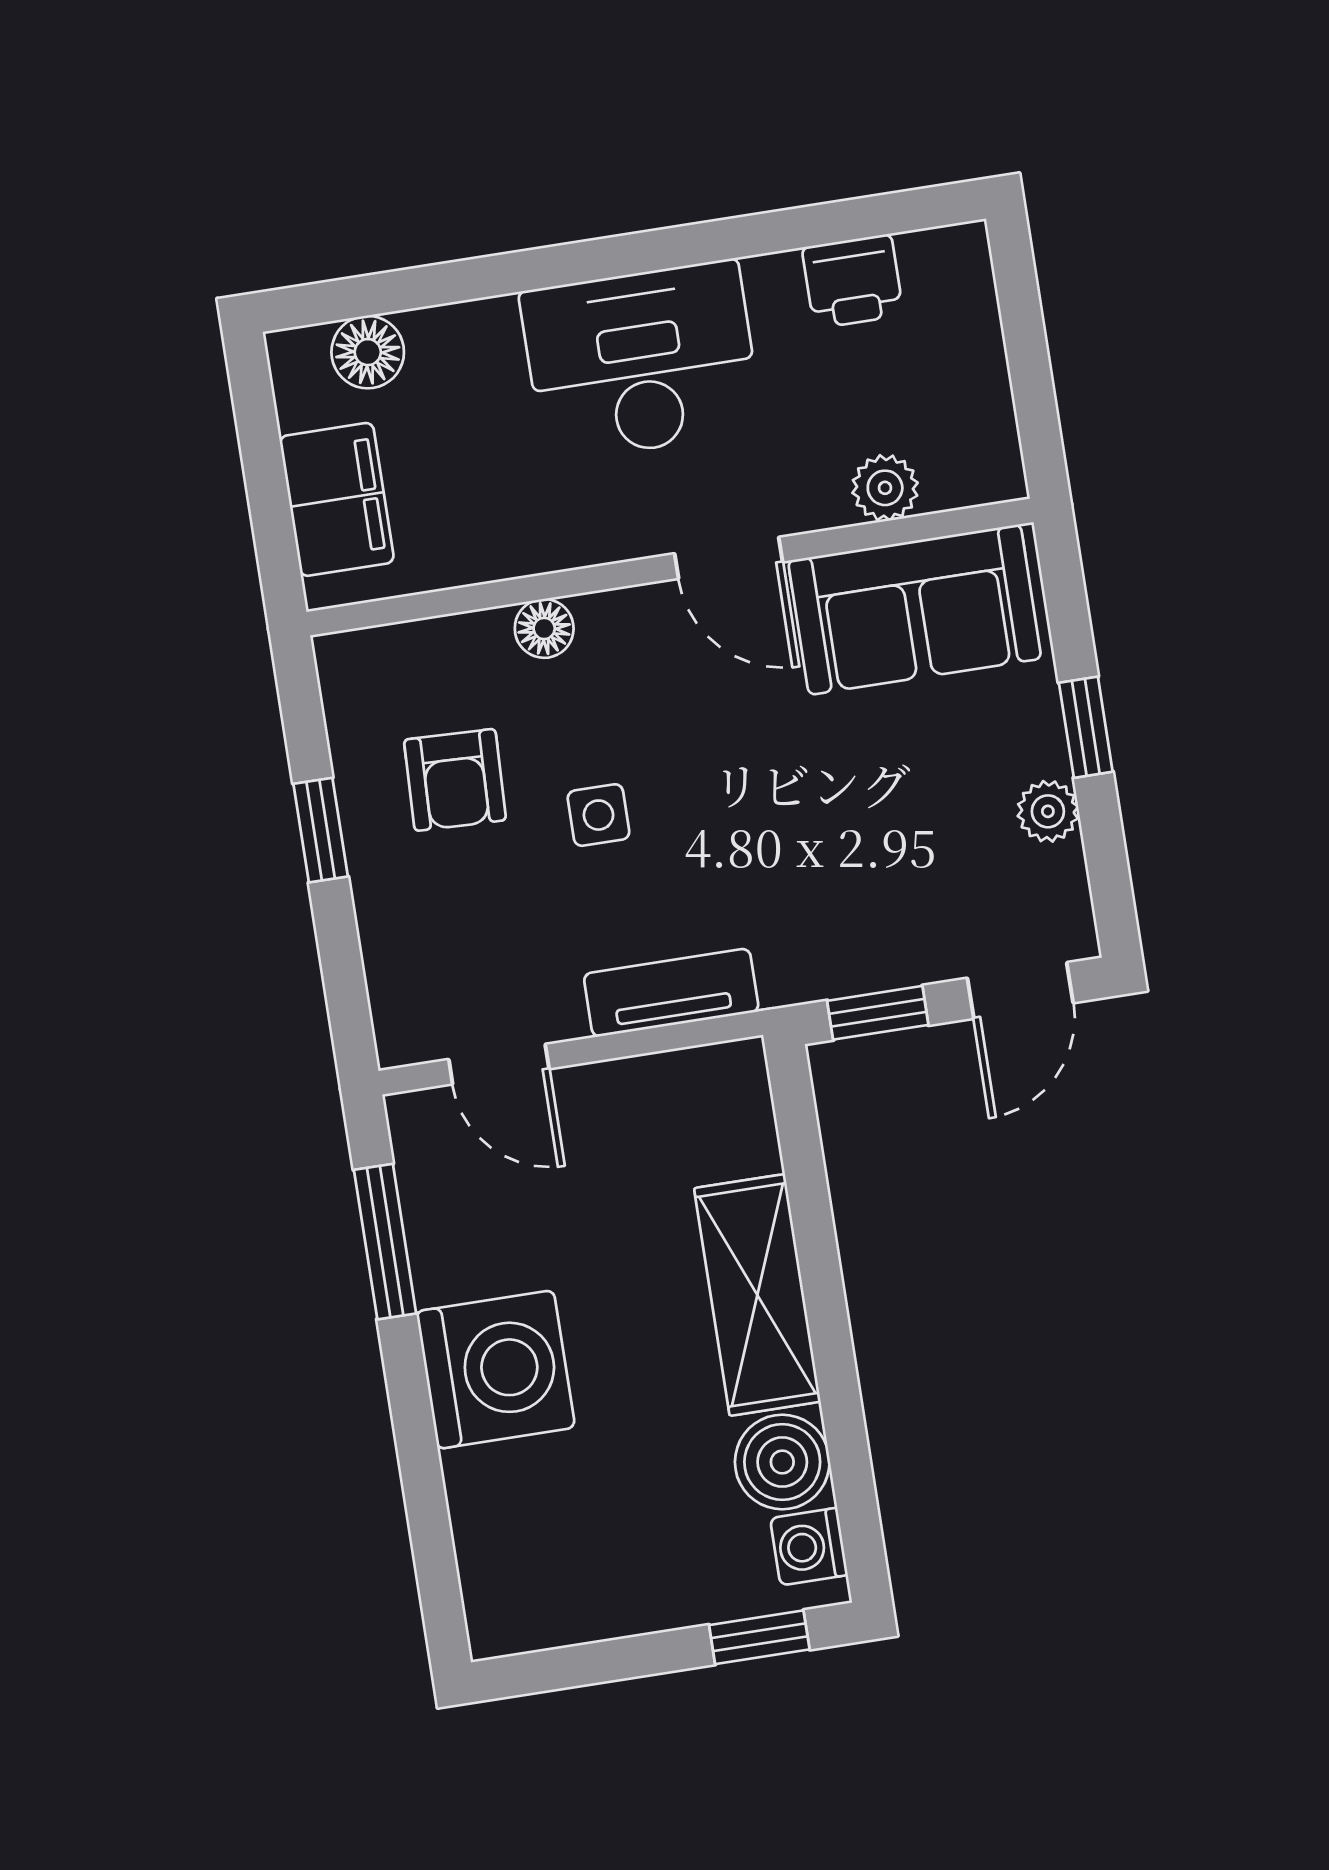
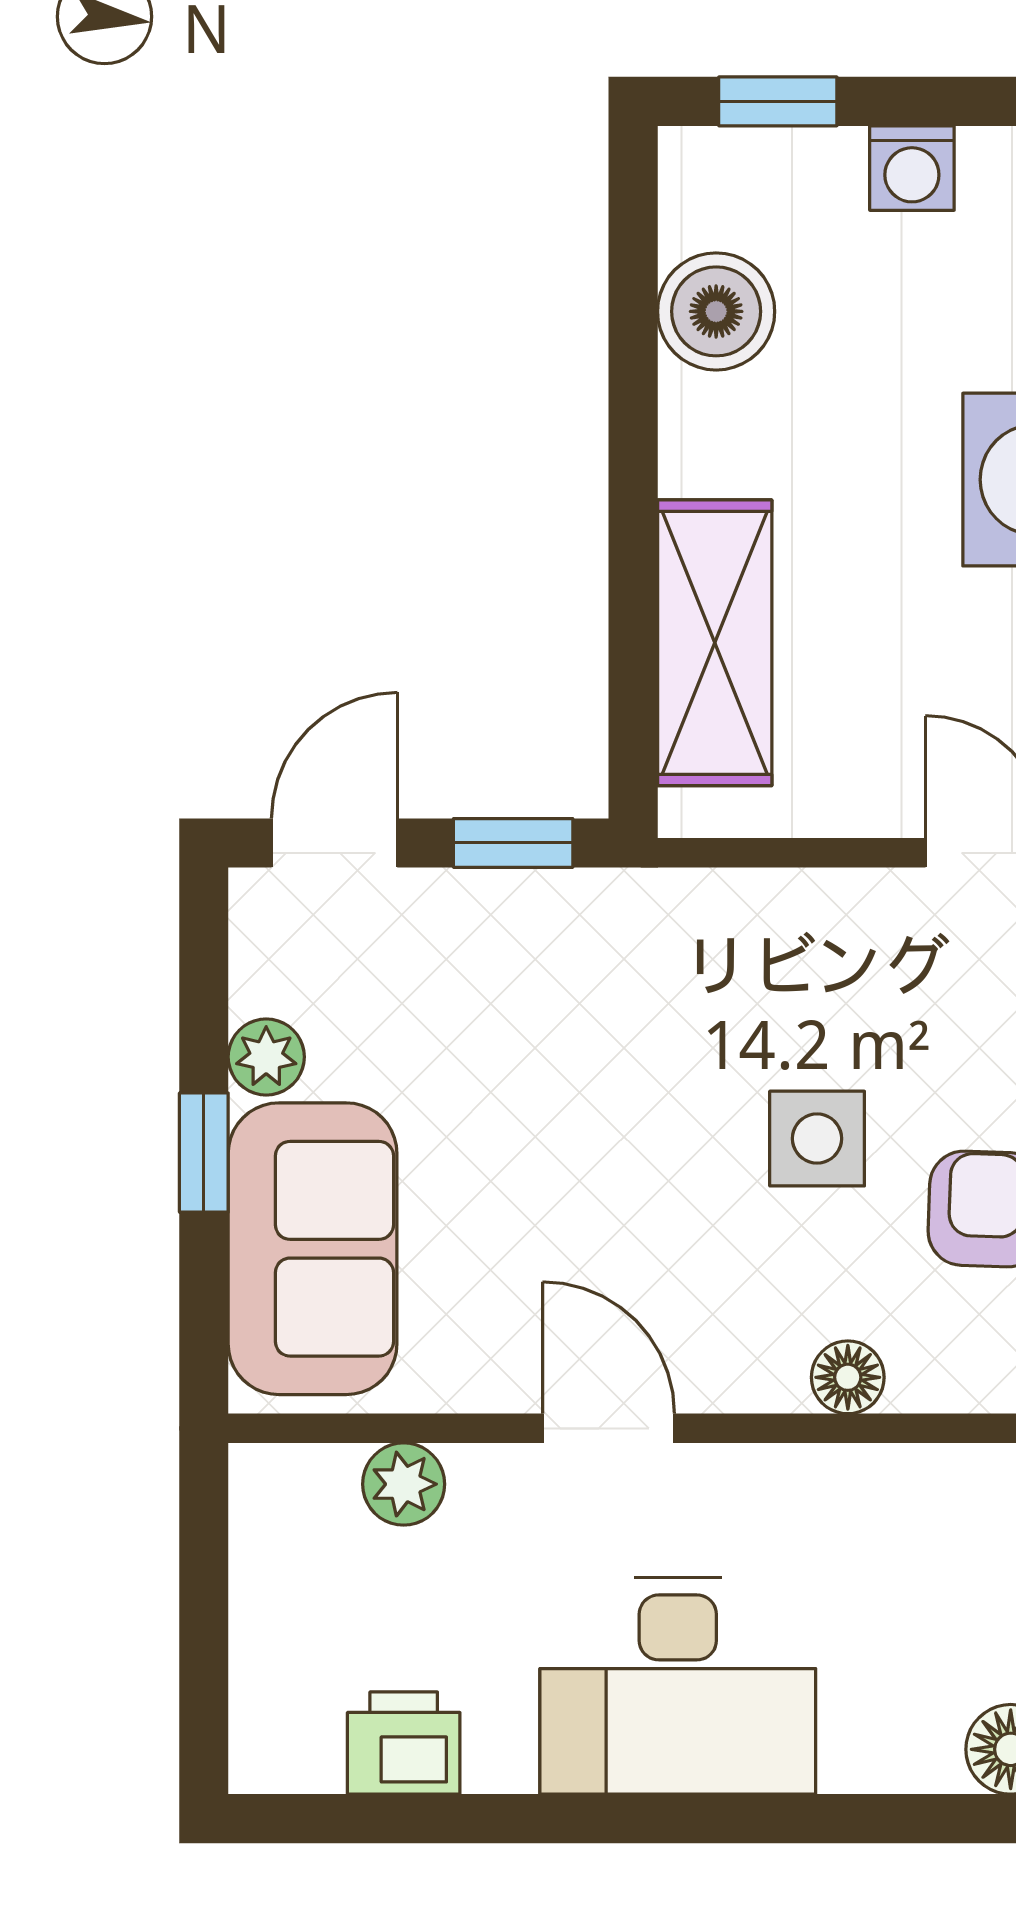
sofa: (915, 610) -> (313, 1249), moved, turned 90
side table: (598, 815) -> (817, 1139), width x1.37, depth x1.37
tv unit: (671, 993) -> (762, 907), removed
shelving: (757, 1295) -> (715, 643), moved
washing machine: (809, 1547) -> (912, 168), moved, turned 90

